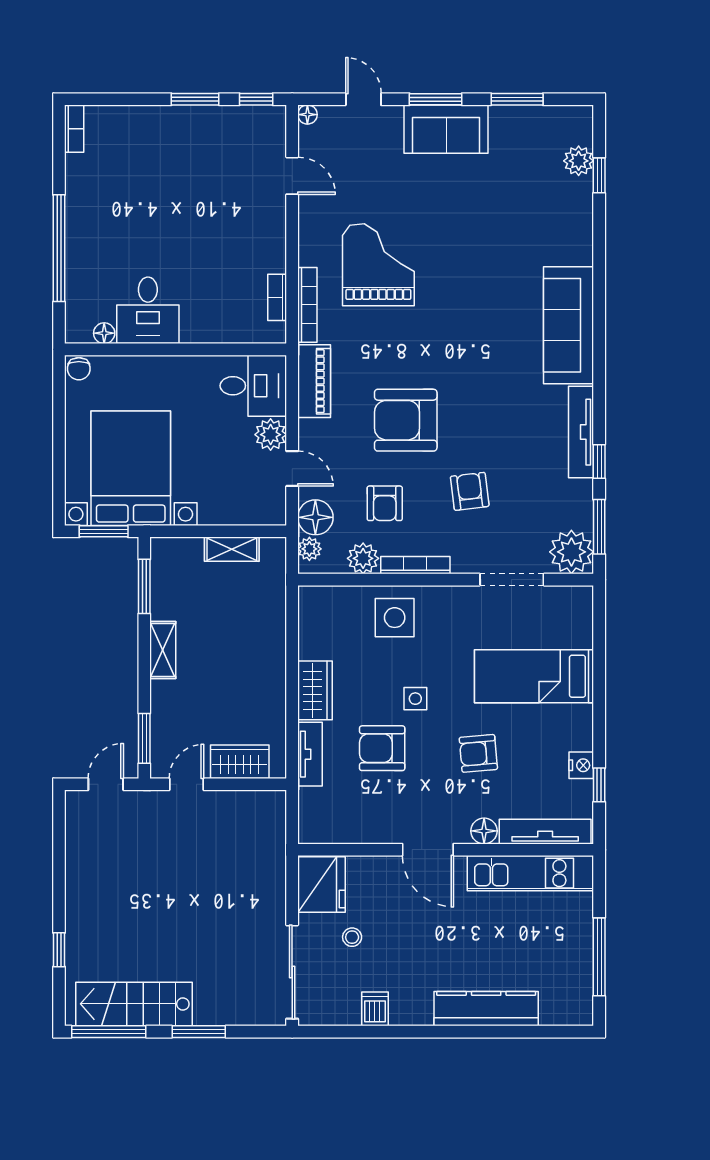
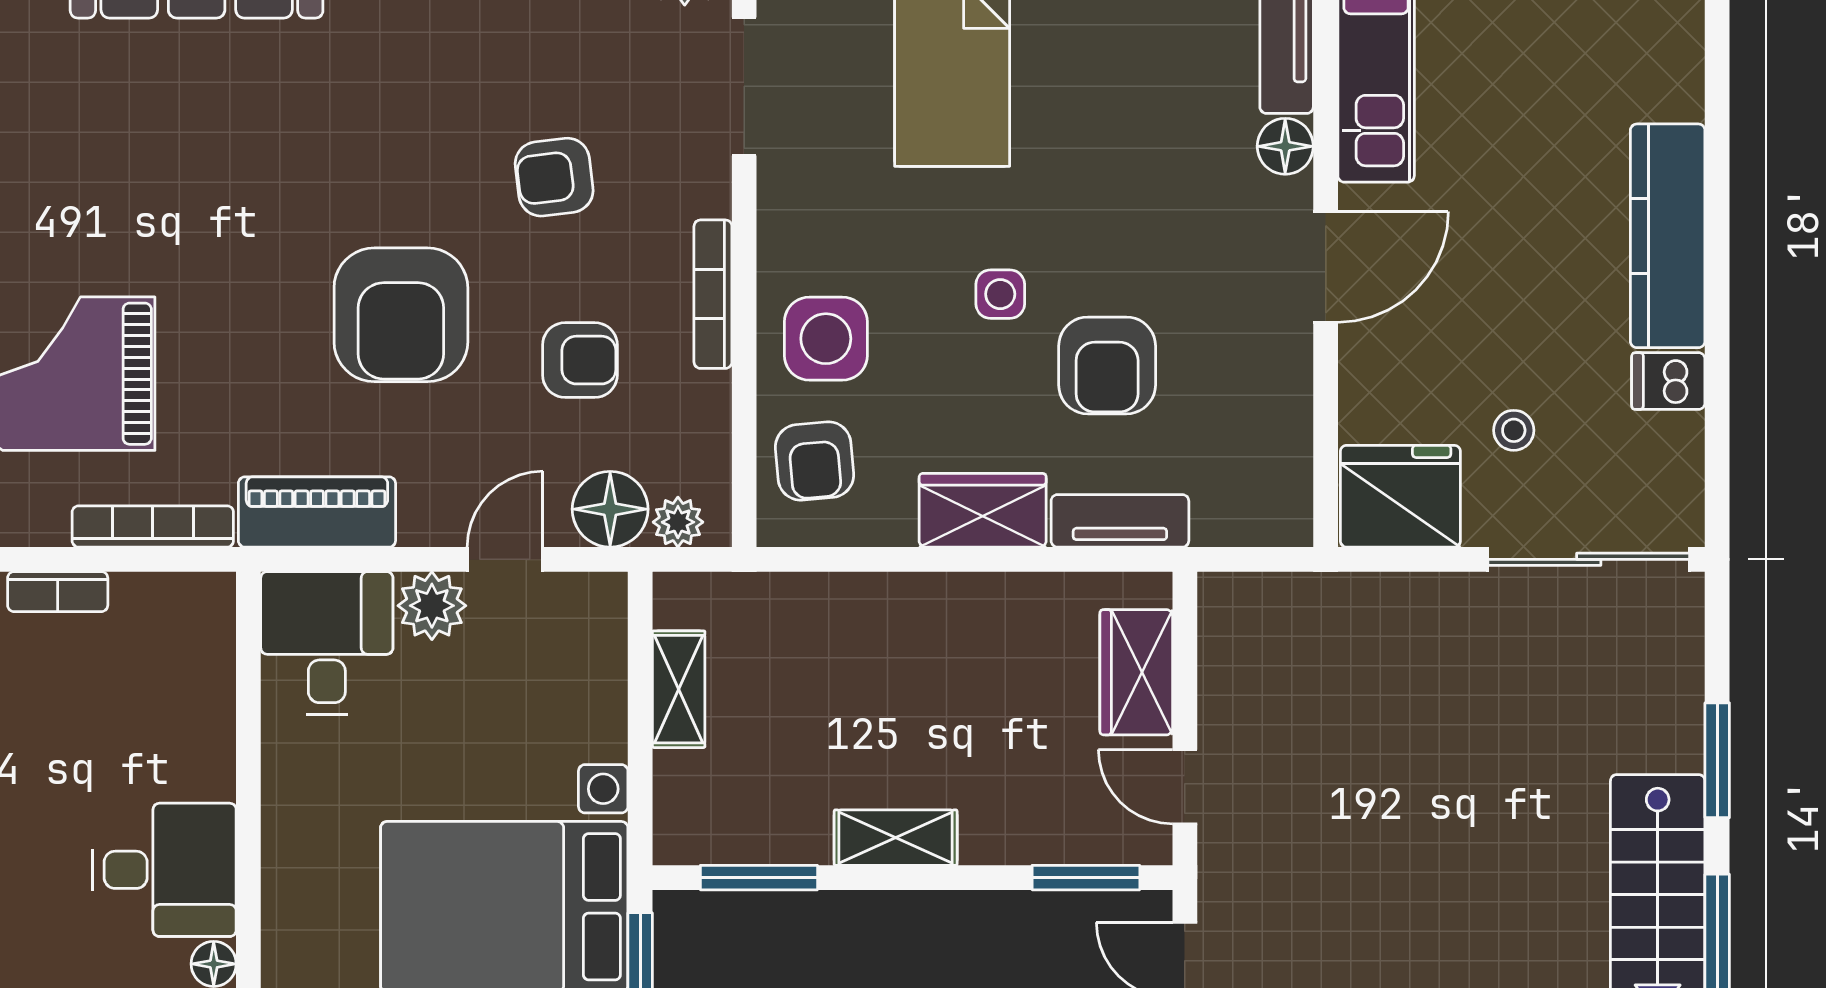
bookcase: (277, 297) -> (58, 592), moved
plant: (363, 558) -> (698, 407), removed
armchair: (478, 753) -> (815, 461), moved
kitchen counter: (486, 1009) -> (1668, 236), moved

